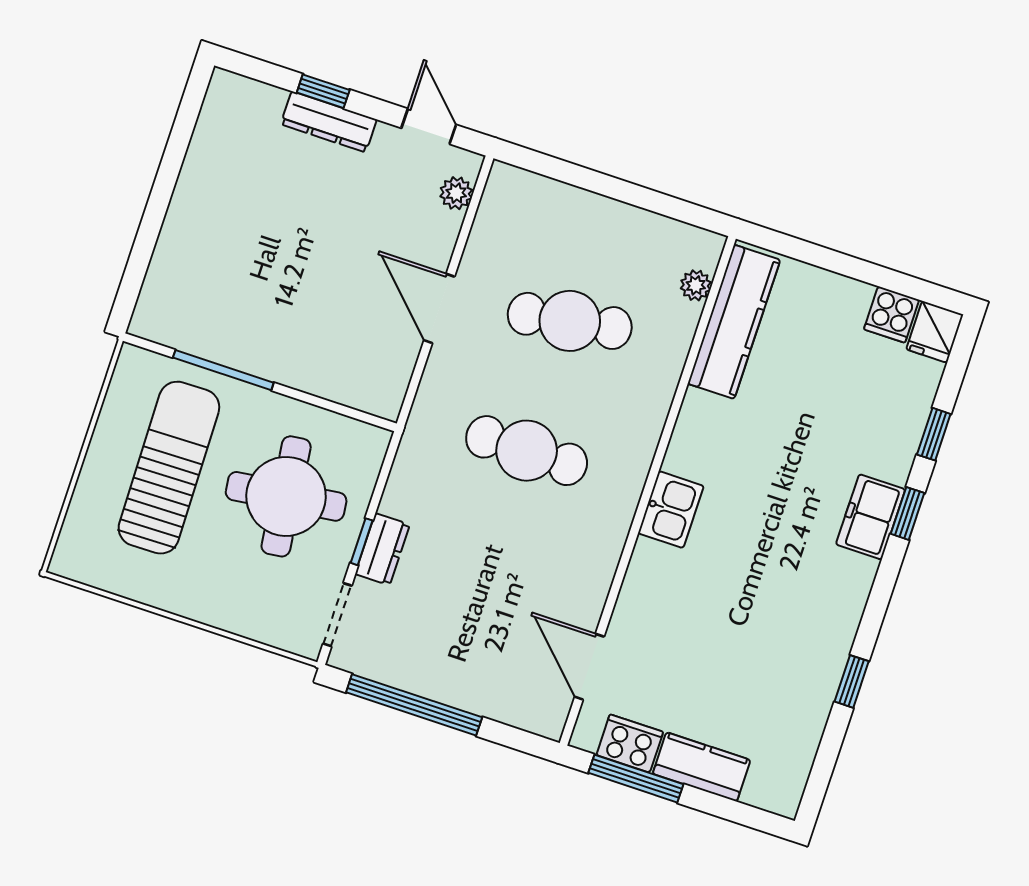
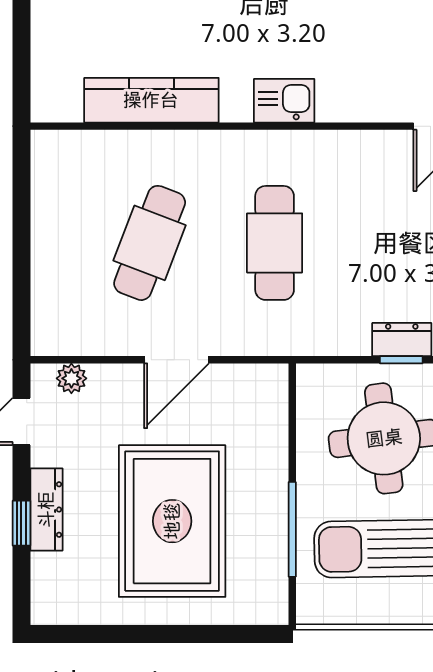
rug: (273, 248) -> (172, 521), added
plant: (696, 285) -> (82, 144), removed
cafe table: (570, 321) -> (150, 243), turned 30
kitchen counter: (734, 322) -> (151, 100), moved

